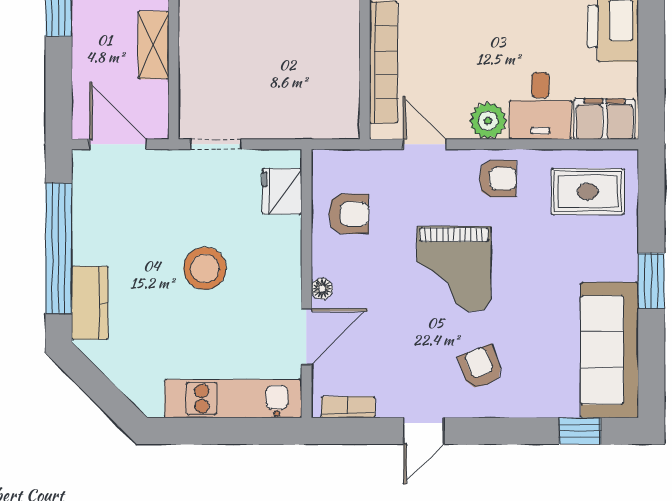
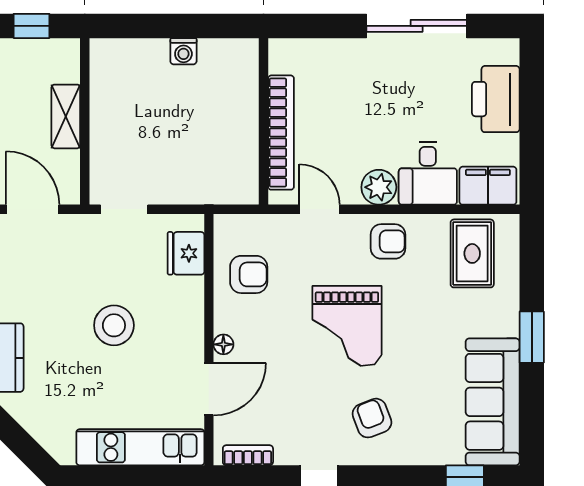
rug: (588, 192) -> (472, 253), turned 90

